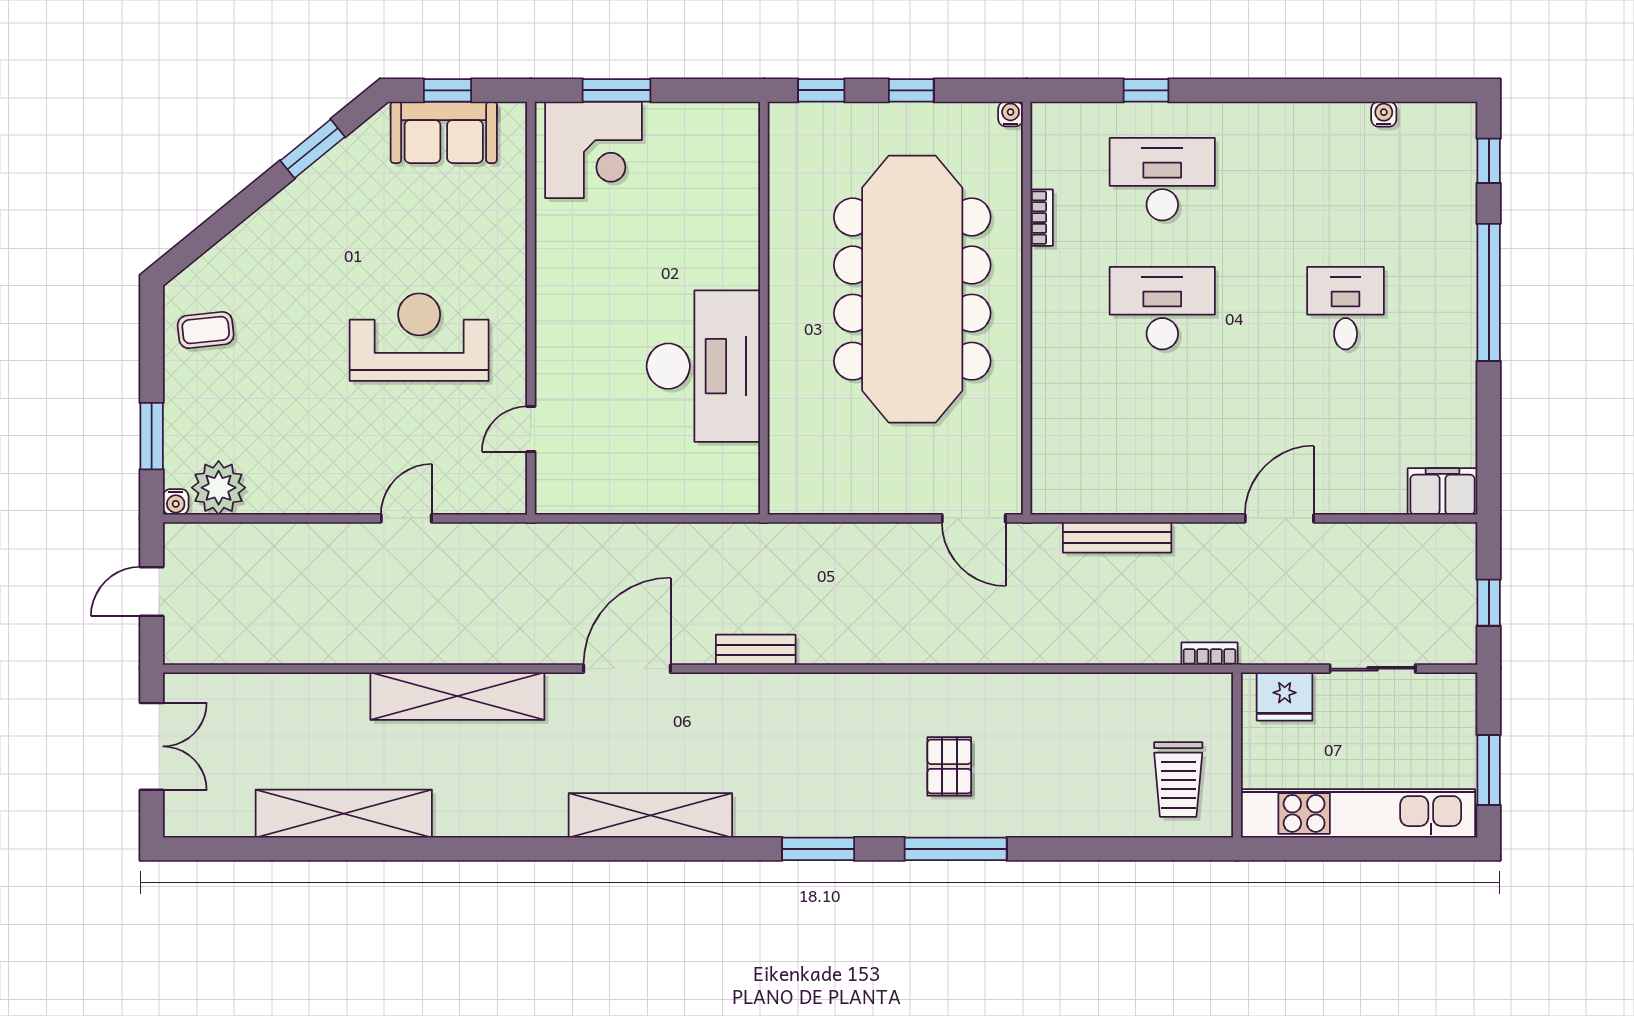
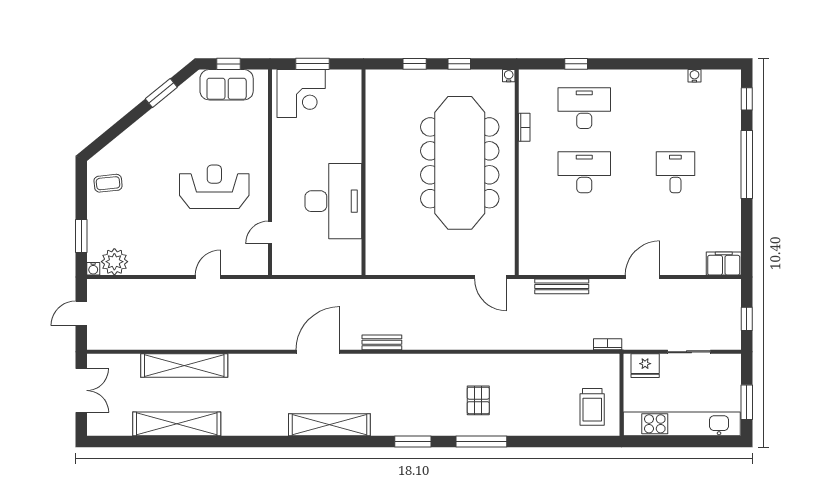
wall: (764, 308) -> (363, 172), moved
desk: (703, 366) -> (333, 201), moved
shelving: (457, 696) -> (184, 365), moved

